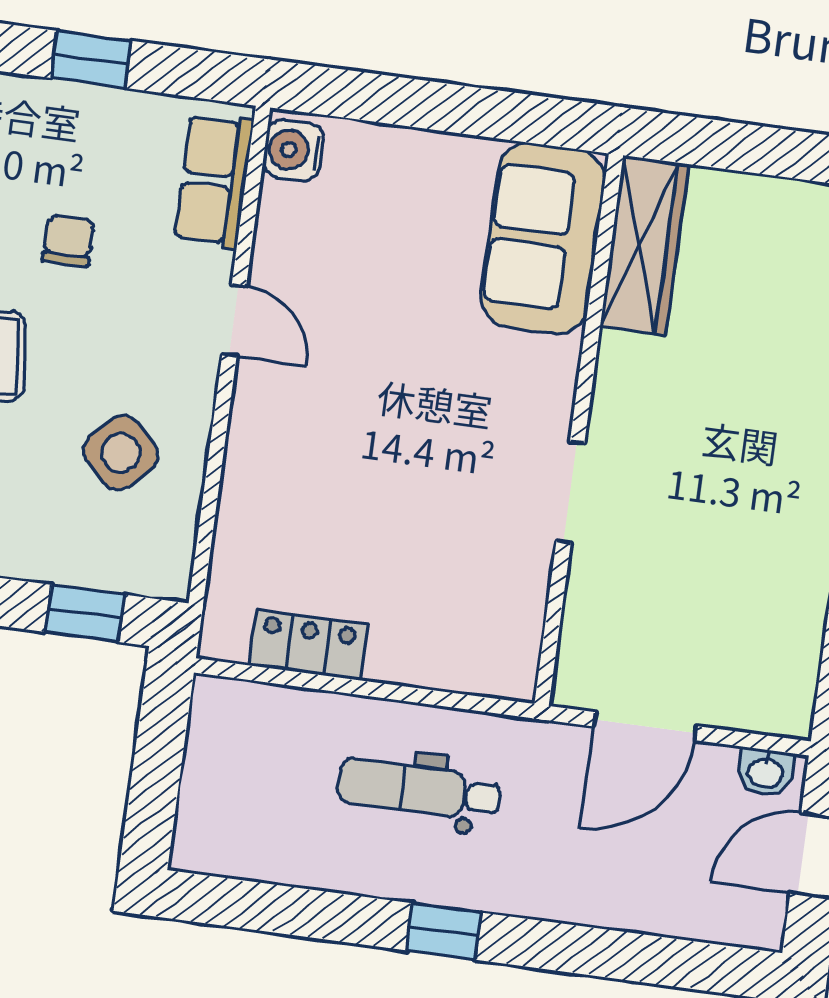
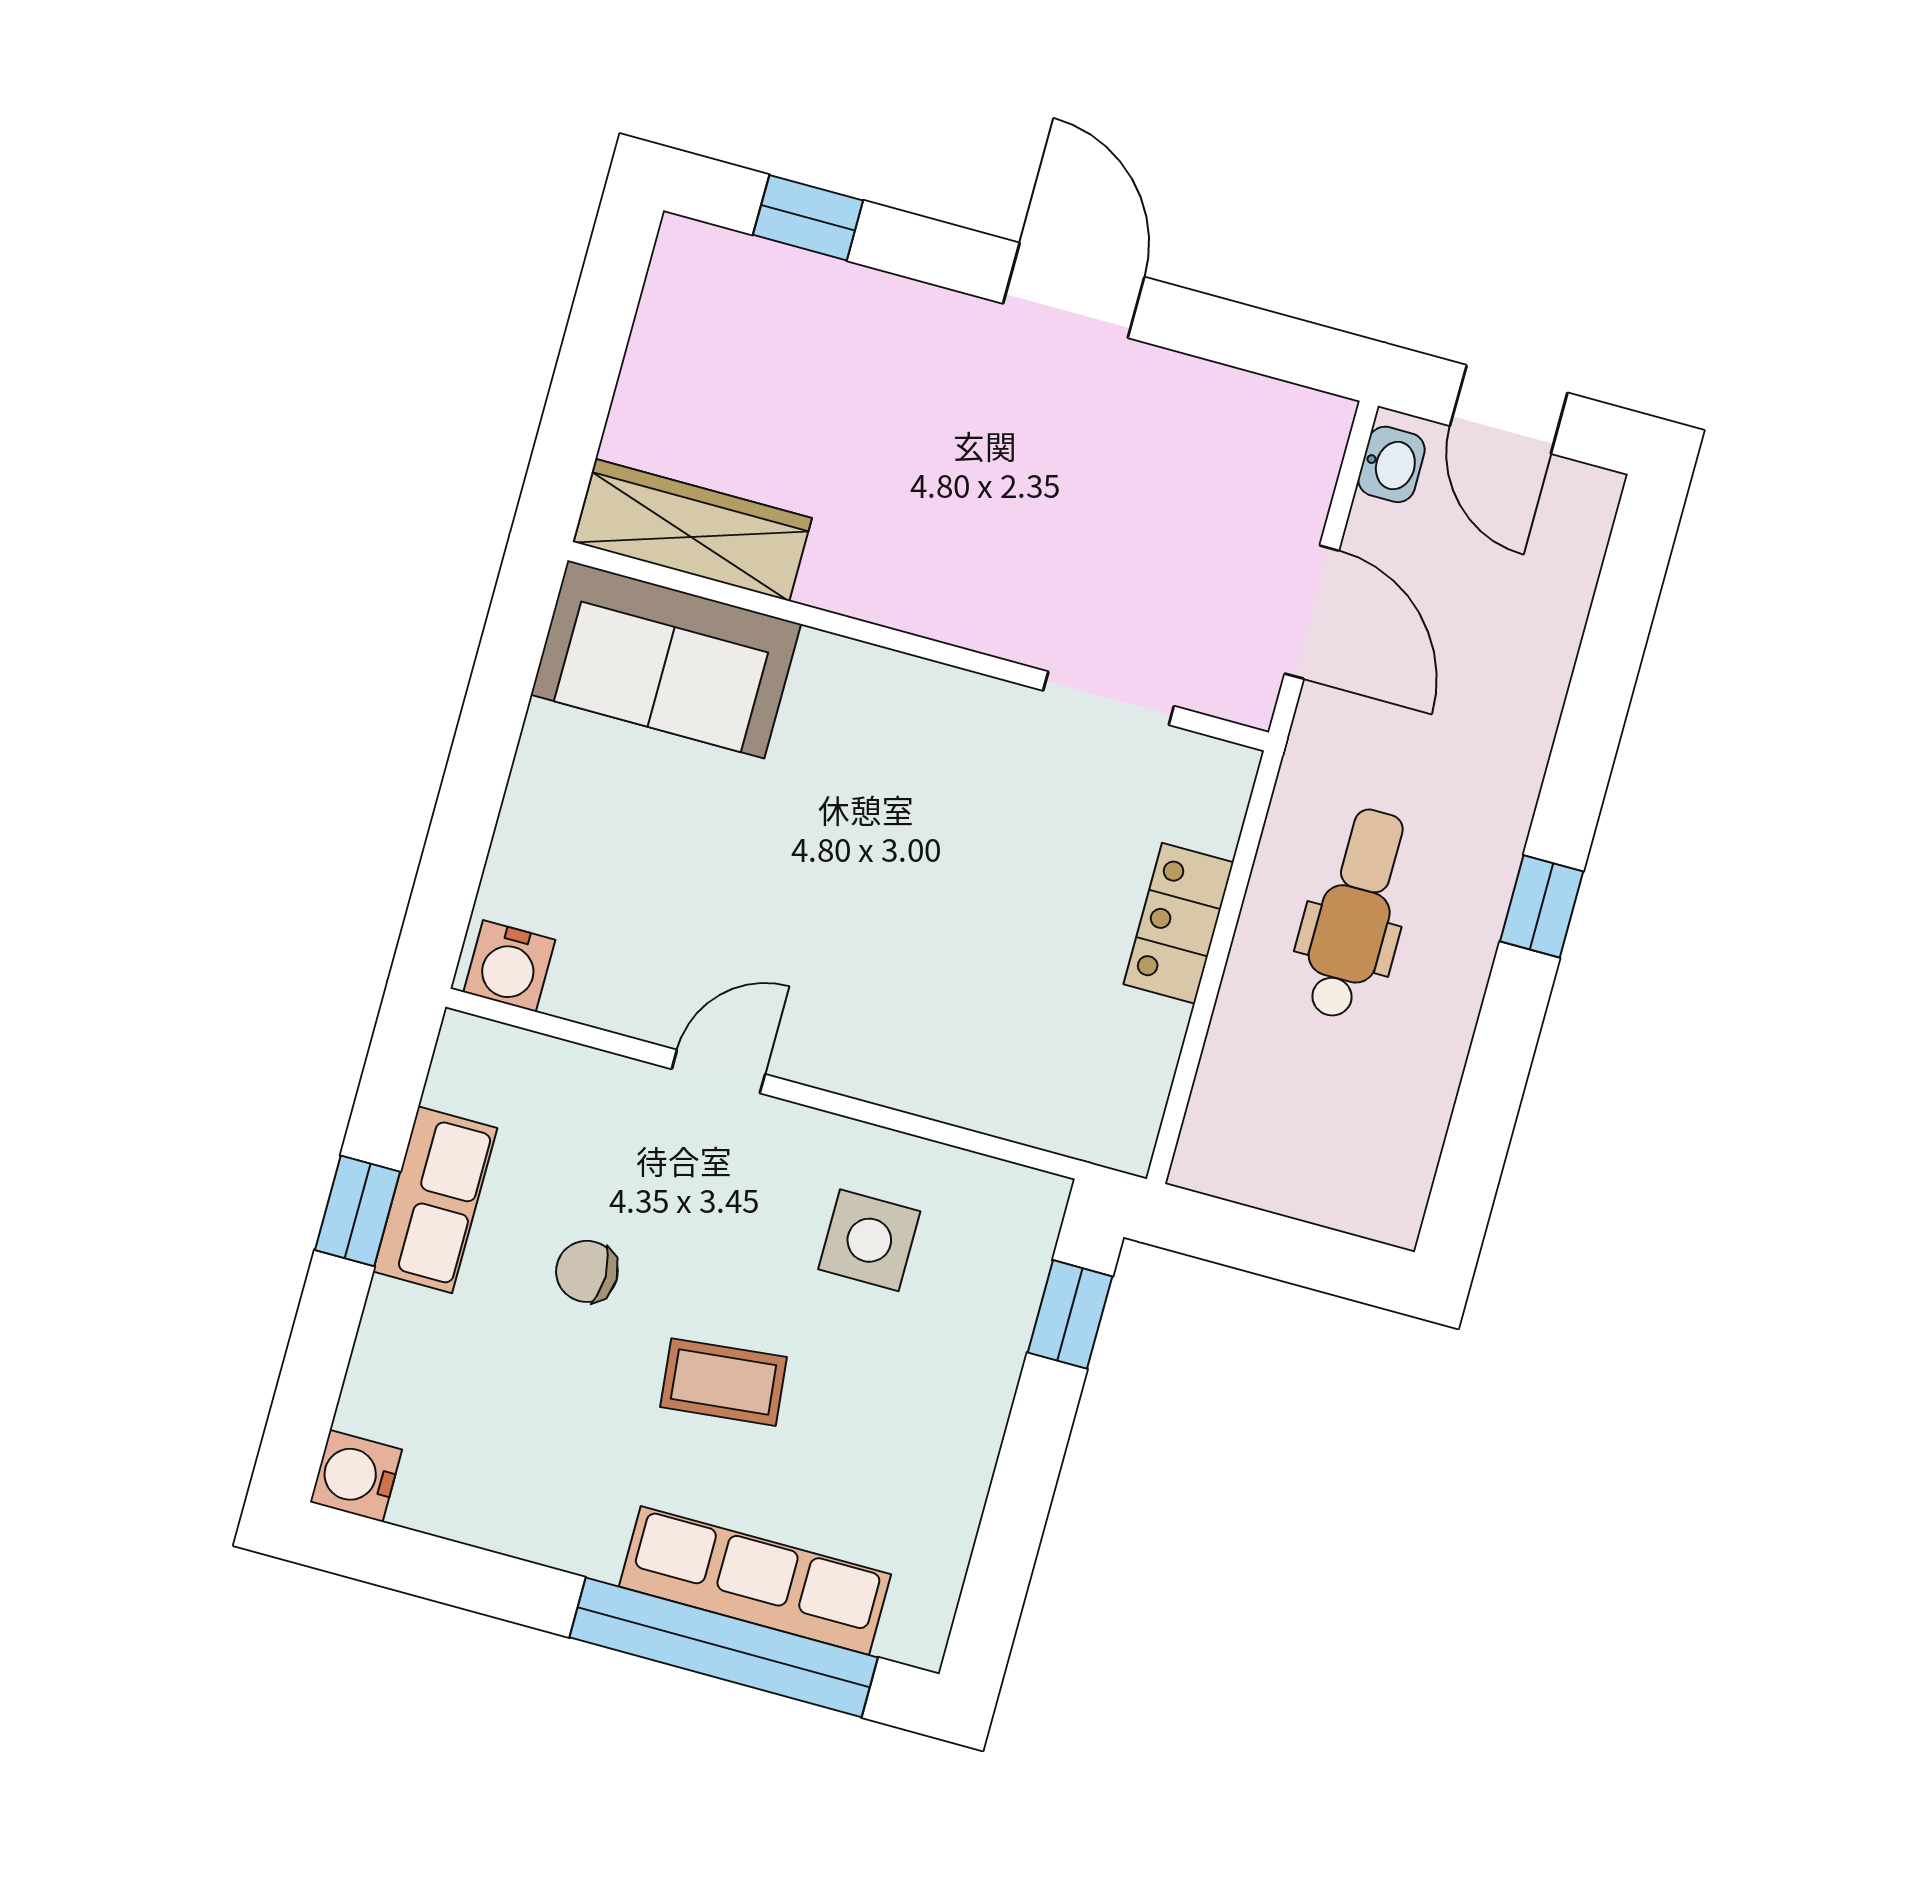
row of seats: (214, 181) -> (435, 1200), moved, turned -90
side table: (121, 453) -> (869, 1240), turned 45
doorway: (570, 492) -> (1109, 698), moved
locker: (308, 645) -> (1178, 923), moved
dental chair: (419, 790) -> (1355, 914), turned 180

